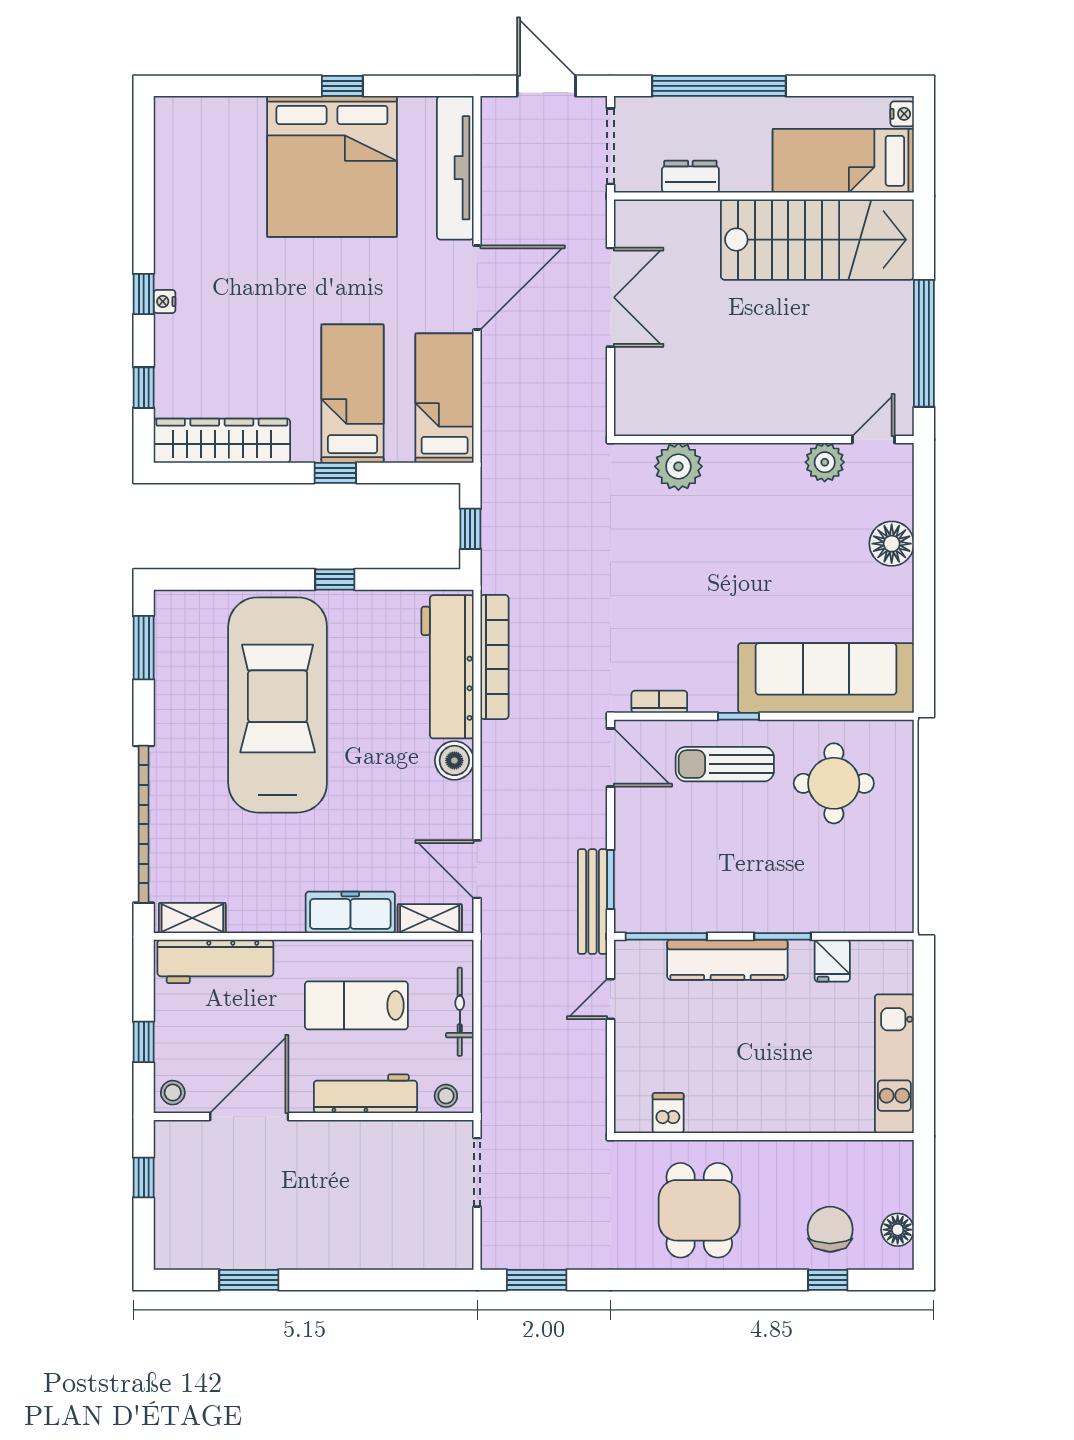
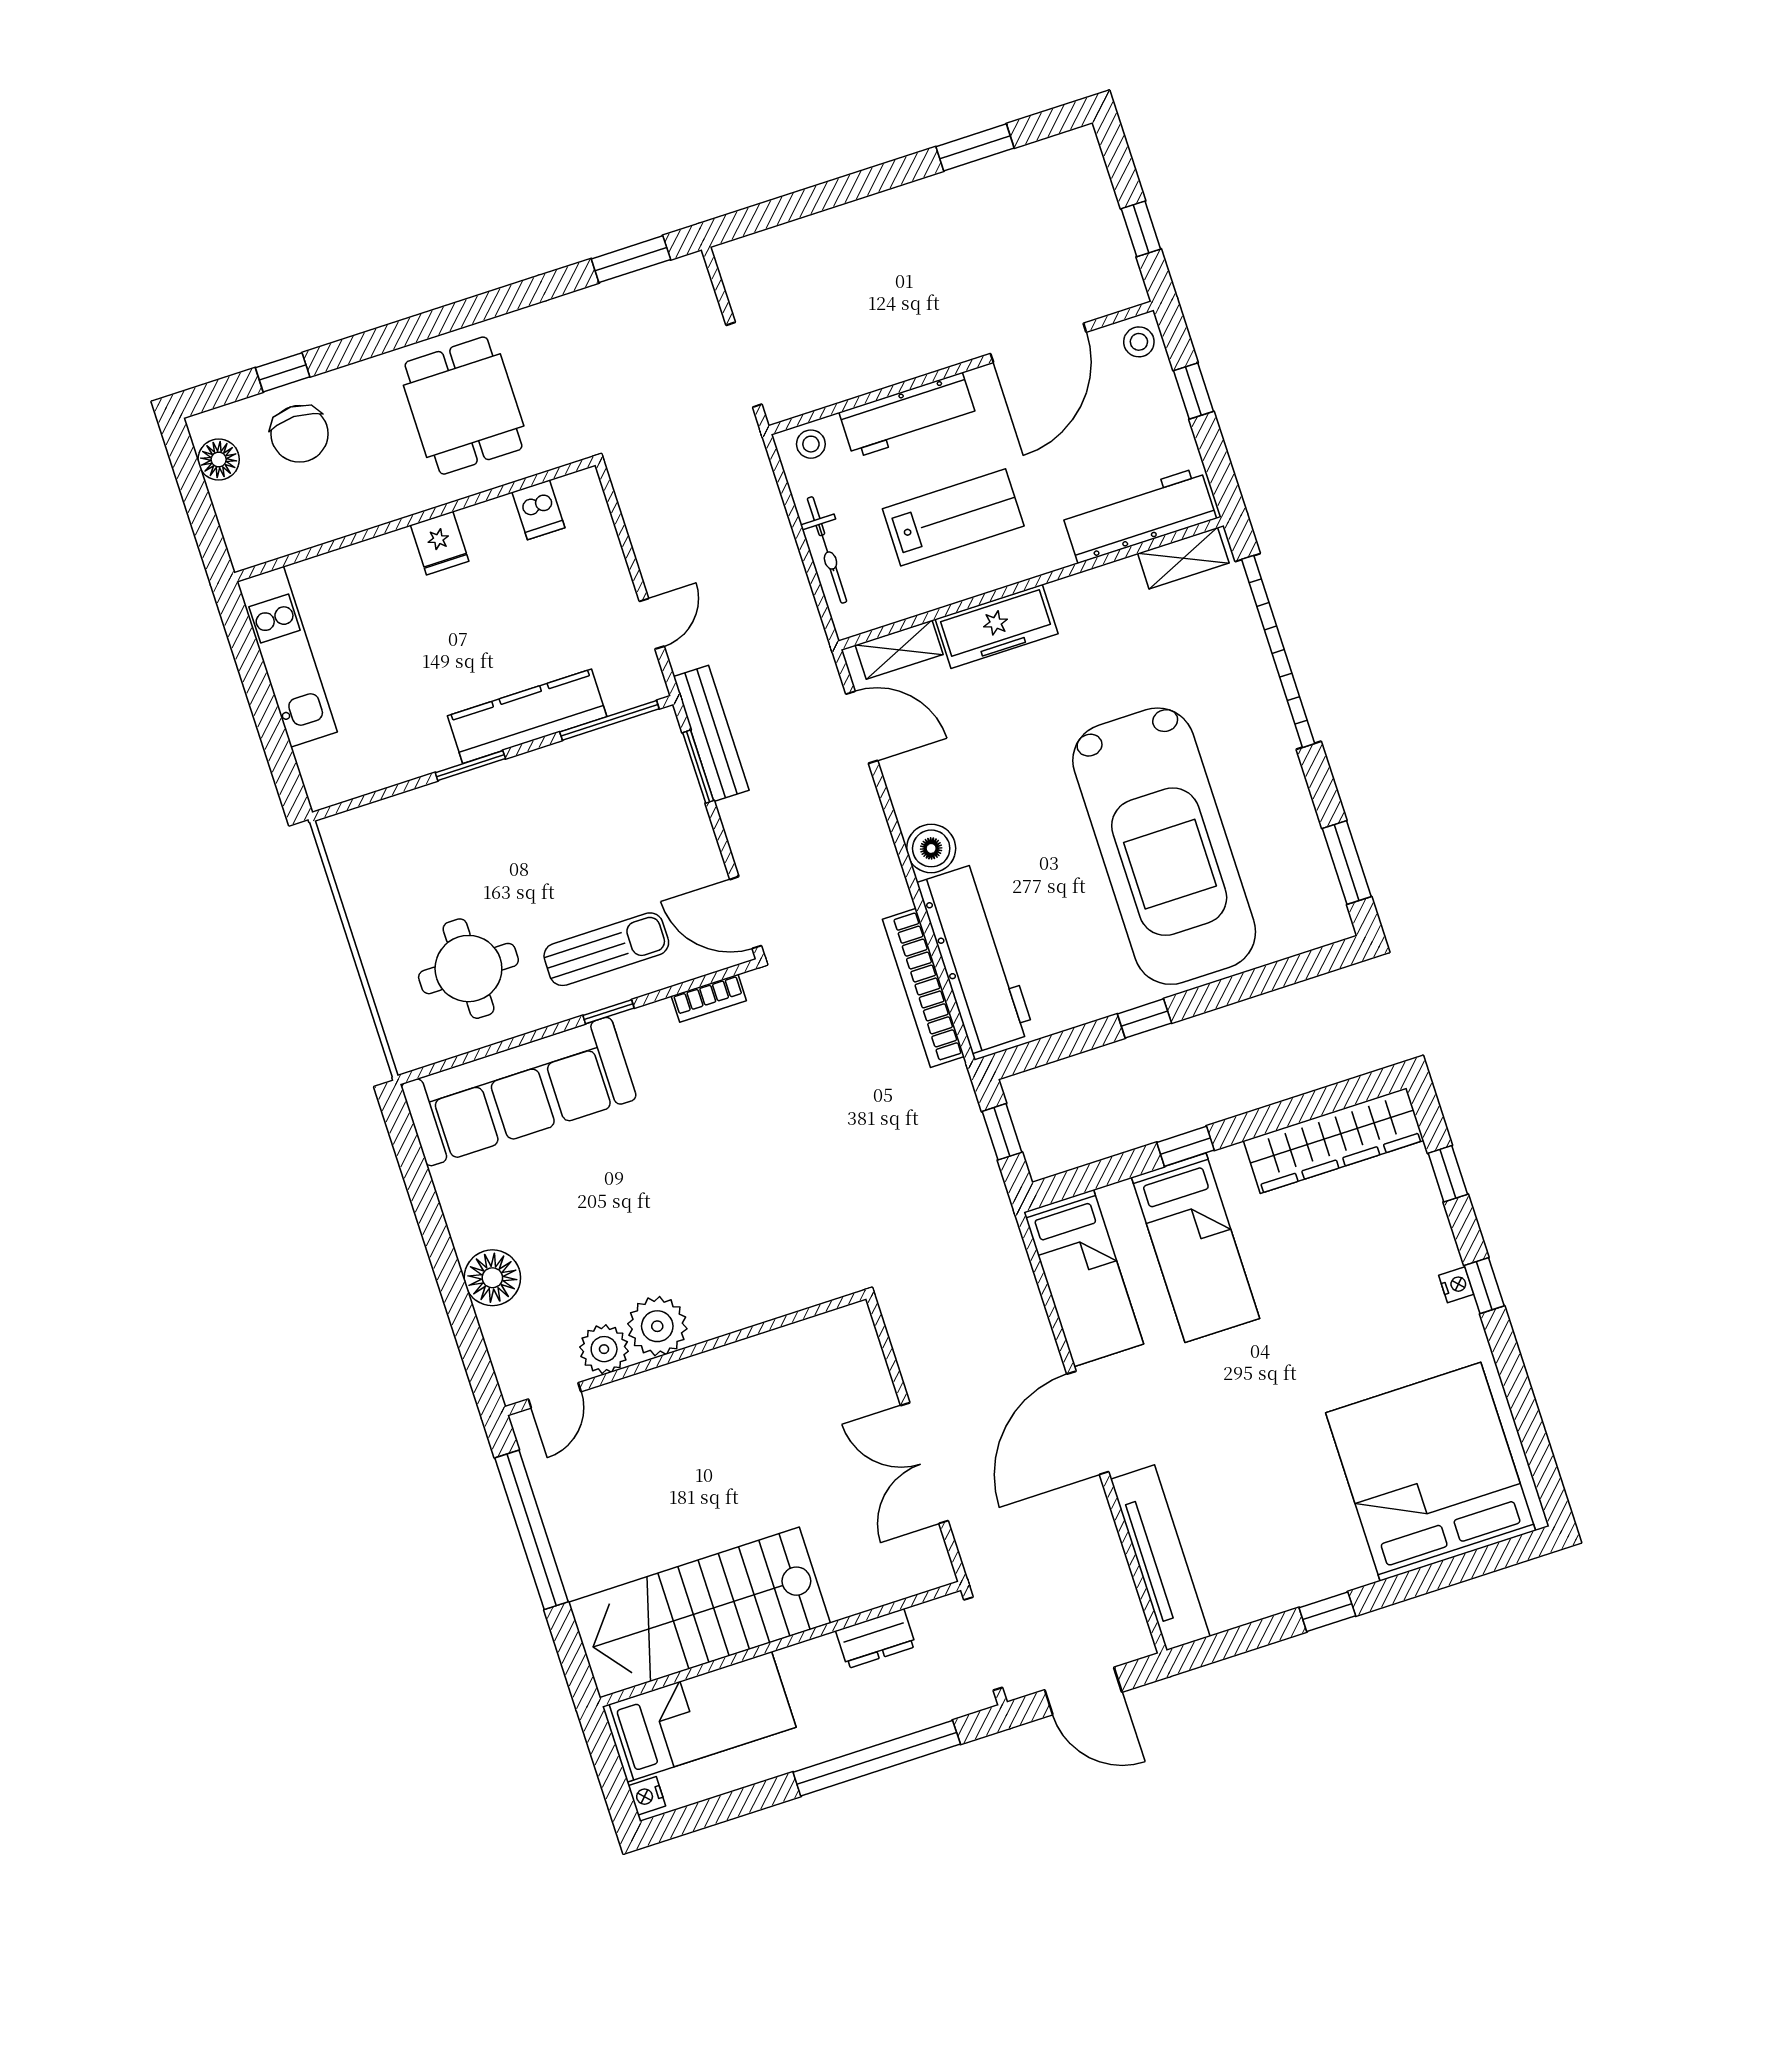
bed: (332, 166) -> (1431, 1472), moved
plant: (678, 466) -> (657, 1326), moved
fridge: (832, 961) -> (440, 543), moved, turned 180

